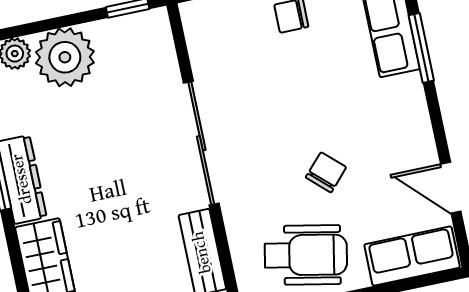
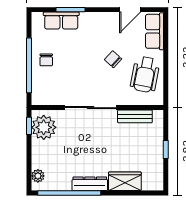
plant: (65, 57) -> (44, 127), moved
wheelchair: (306, 255) -> (145, 75), turned 180

